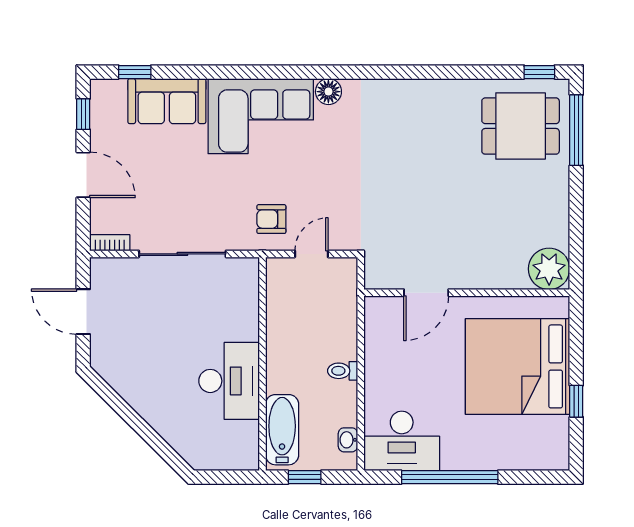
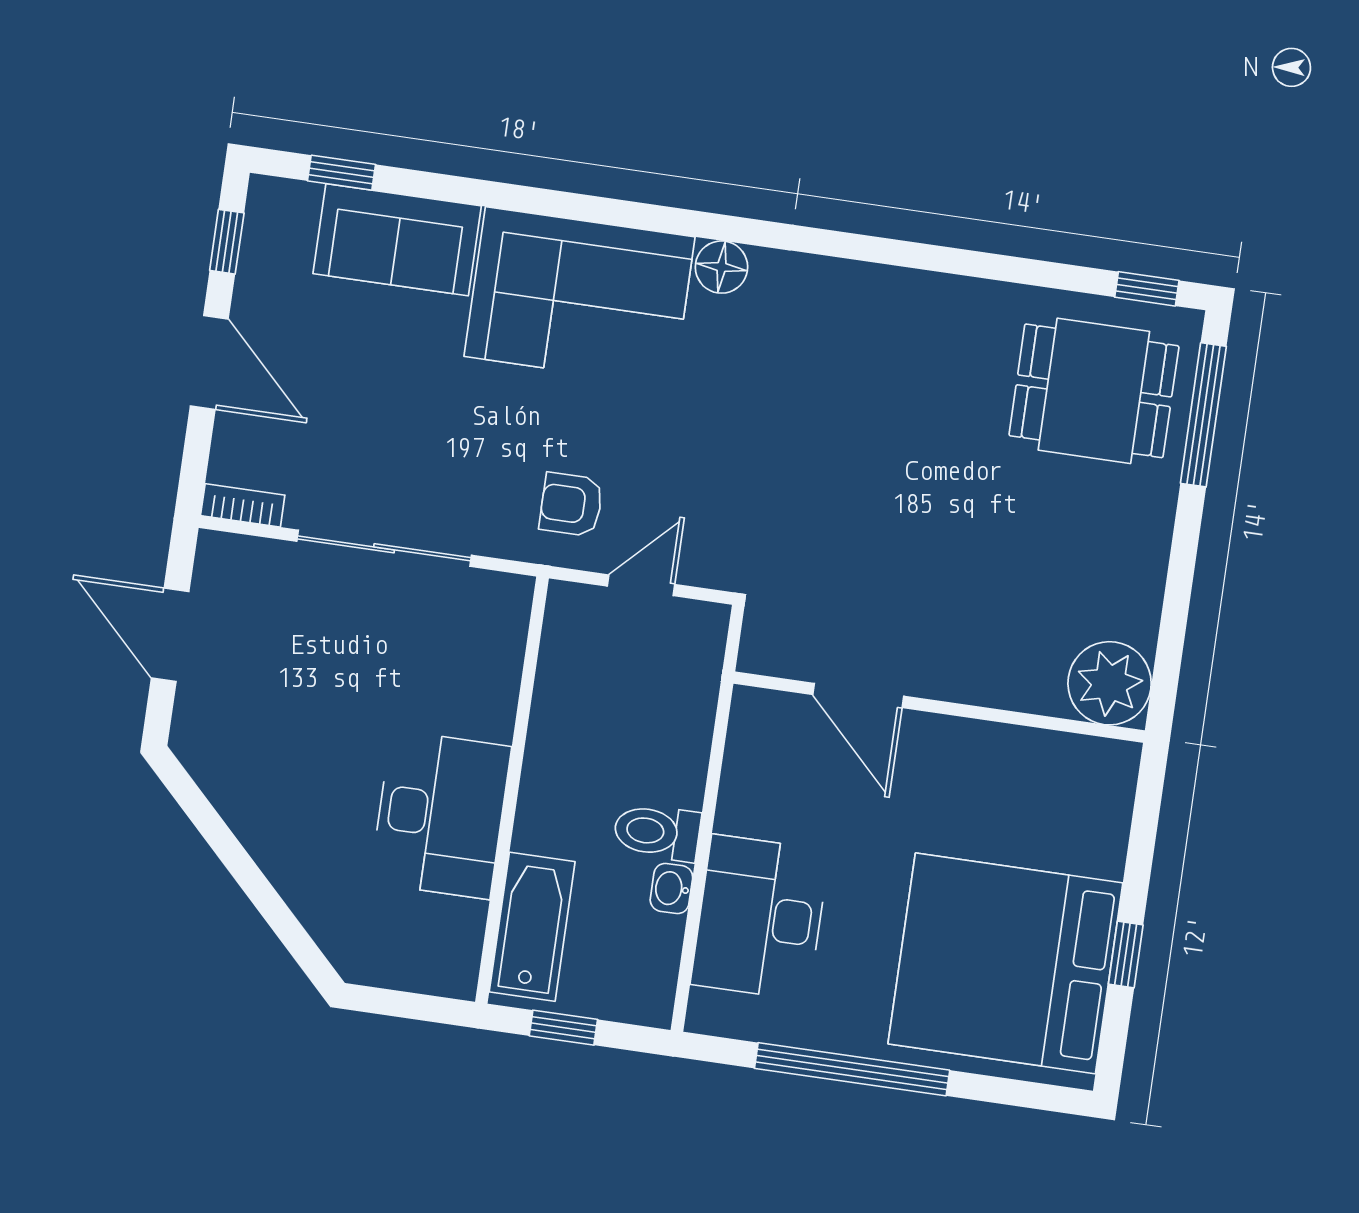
door: (426, 293) -> (858, 695), hinge flipped
bed: (518, 366) -> (1005, 963), moved
toilet: (343, 371) -> (657, 832), width x1.37, depth x1.39
washbasin: (348, 440) -> (671, 888), moved
desk: (402, 441) -> (760, 917), moved, turned 90

